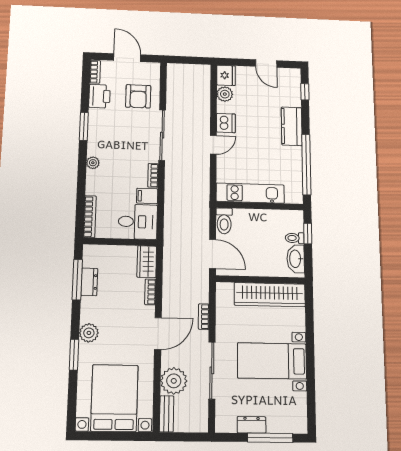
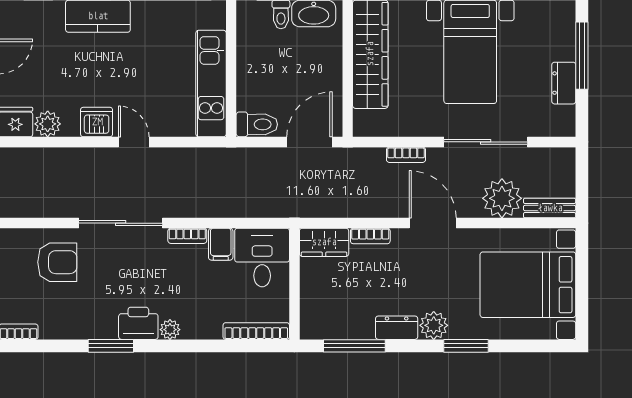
printer: (99, 96) -> (138, 323), moved
dresser: (89, 282) -> (397, 328), moved

